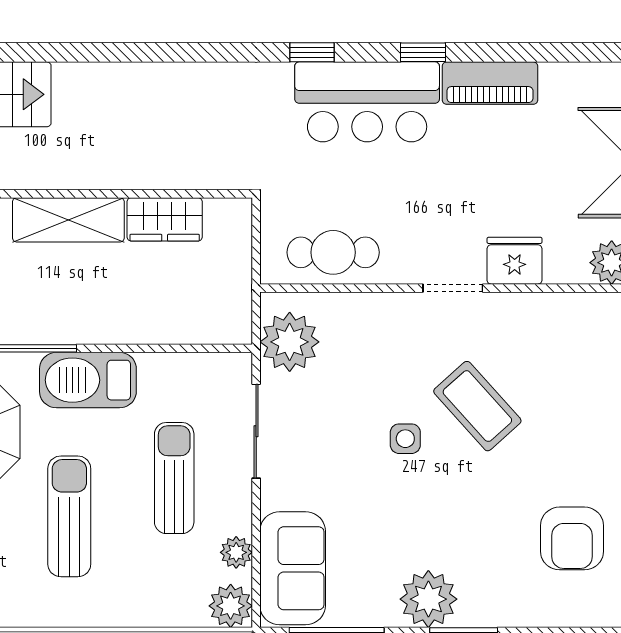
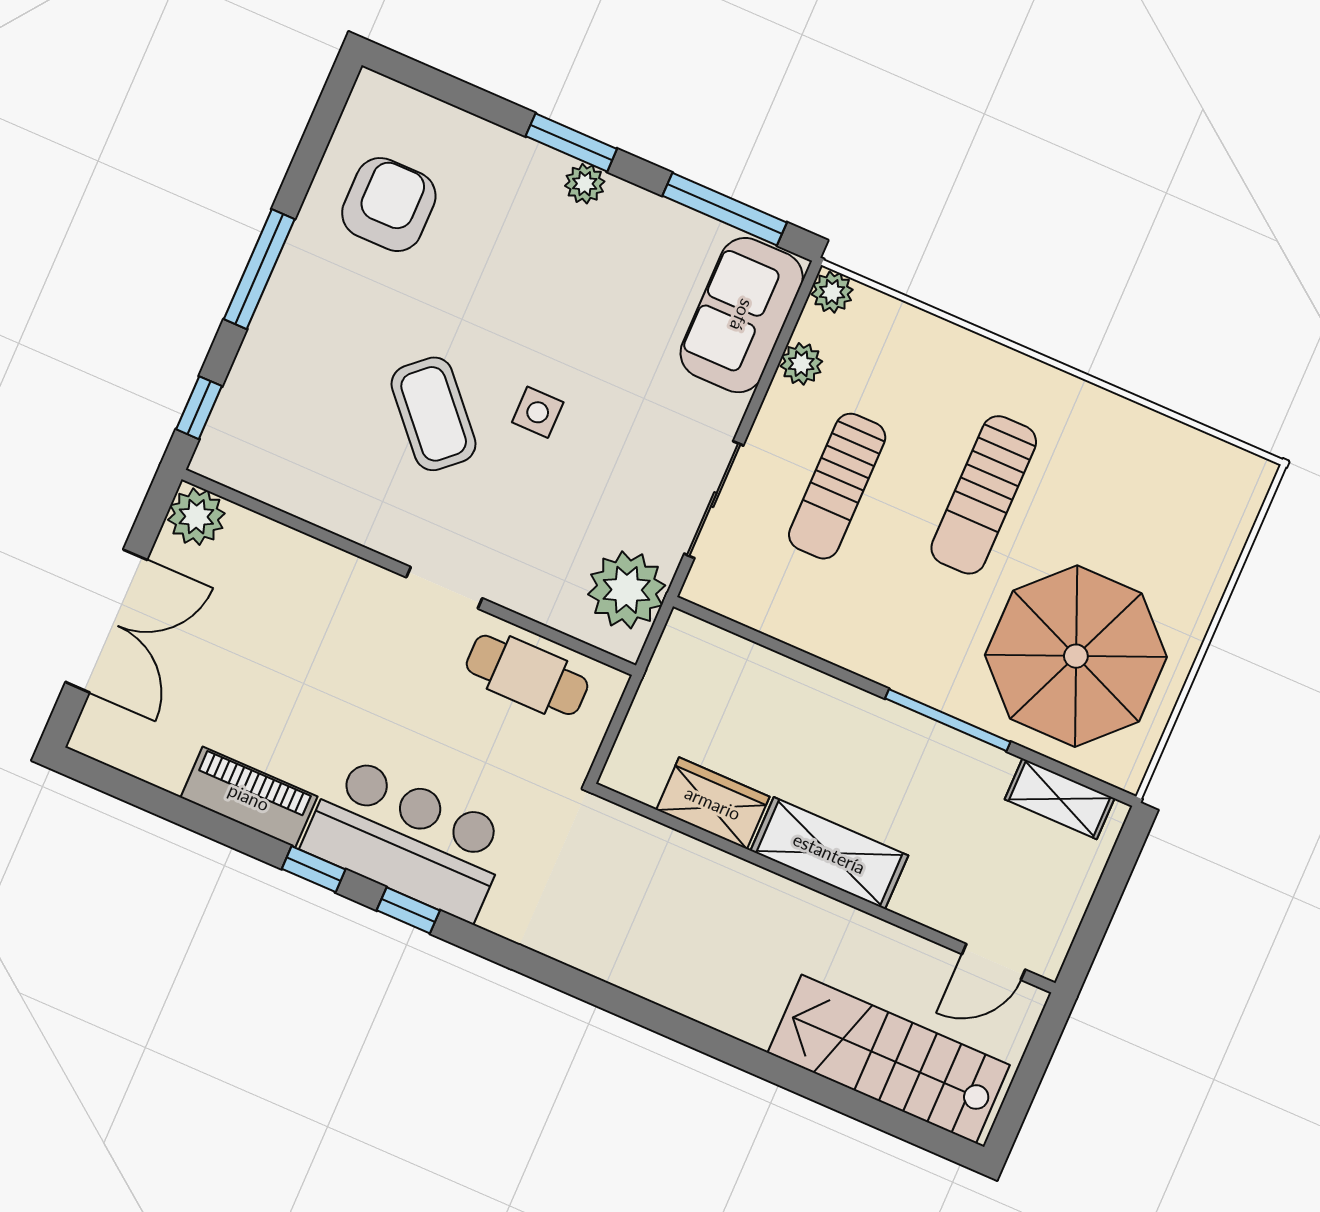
window: (312, 52) -> (408, 910), moved
fridge: (515, 261) -> (312, 570), removed
doorway: (453, 288) -> (444, 588), moved
barbecue: (88, 380) -> (890, 650), removed
plant: (428, 599) -> (585, 184), width x0.53, depth x0.53
plant: (231, 606) -> (832, 292), width x0.73, depth x0.73

